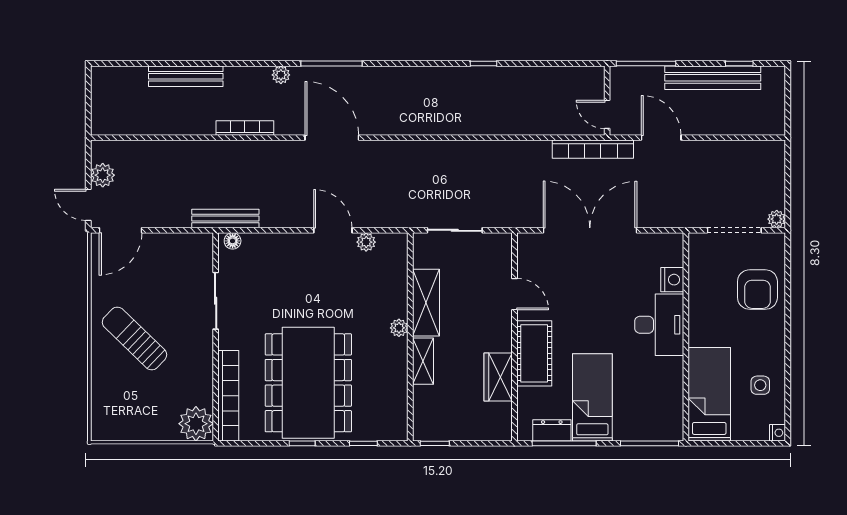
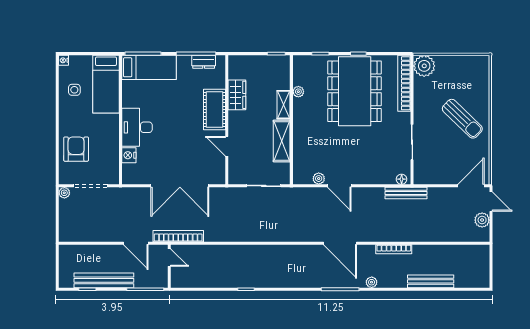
plant: (399, 328) -> (298, 92), moved
bed: (592, 397) -> (149, 67), moved, turned -90

